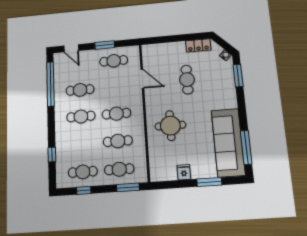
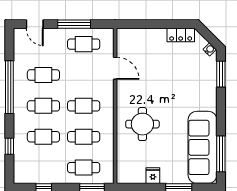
window: (105, 45) -> (74, 24), width x1.44
cafe table: (187, 80) -> (165, 74), removed
window: (50, 84) -> (9, 87), moved
cafe table: (83, 172) -> (43, 137), moved

